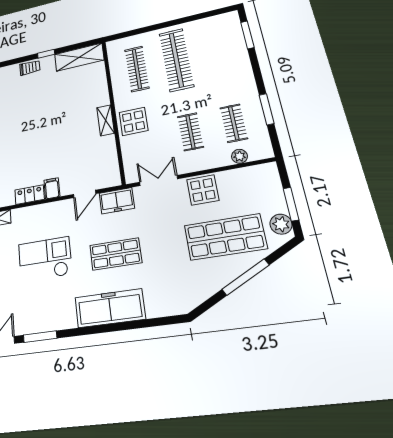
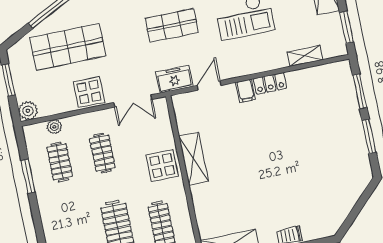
shelving: (106, 120) -> (194, 159), width x1.50, depth x1.33
plant: (281, 224) -> (28, 111), moved

